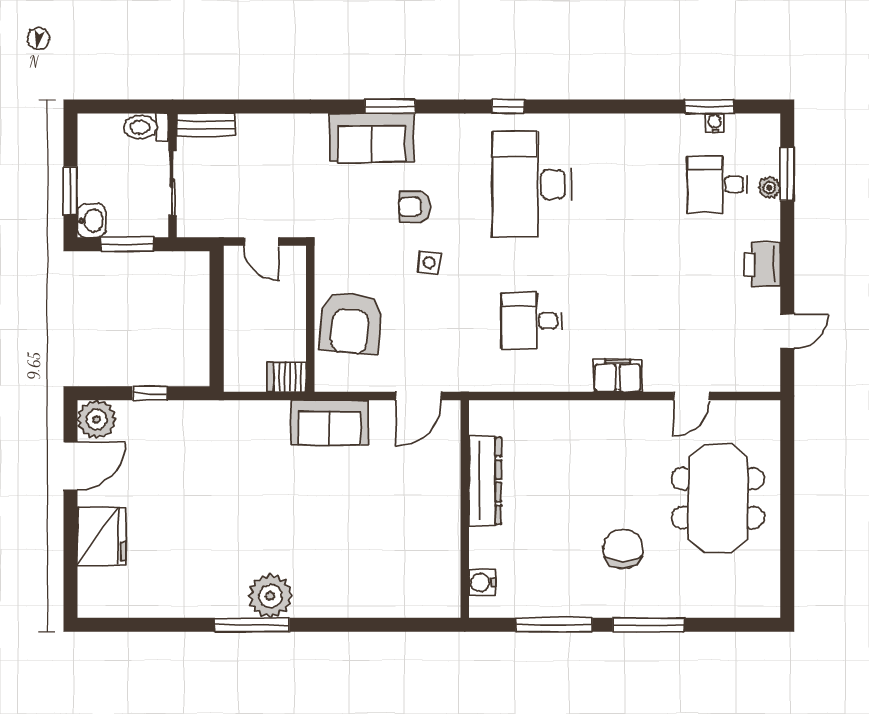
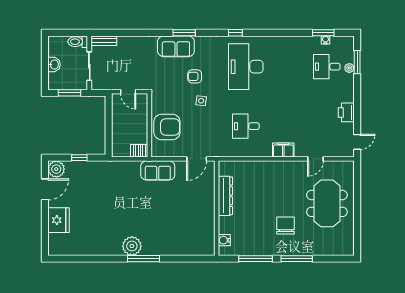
window: (71, 191) -> (45, 69), removed
washbasin: (92, 221) -> (54, 65), moved
printer: (762, 264) -> (346, 112), moved
armchair: (351, 323) -> (167, 127), turned -95
door: (787, 331) -> (357, 142), moved
window: (252, 625) -> (143, 259), moved

